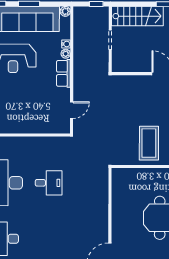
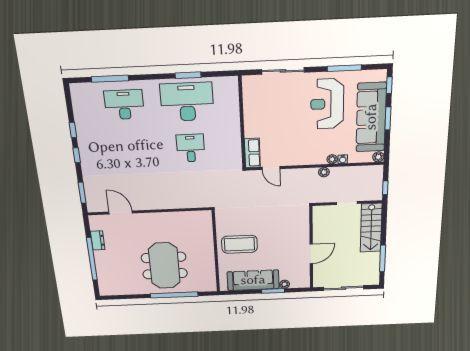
plant: (78, 61) -> (324, 172), added
row of seats: (63, 73) -> (252, 153), moved, turned 90
desk: (49, 183) -> (191, 148), turned 180

